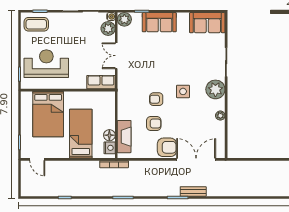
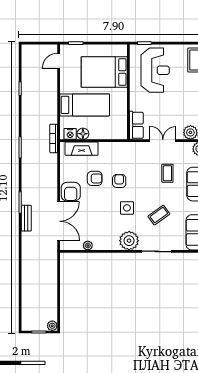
coffee table: (149, 51) -> (167, 173), added
coffee table: (190, 60) -> (159, 215), added
plant: (220, 116) -> (88, 246), moved
armchair: (154, 123) -> (95, 178), turned -90

